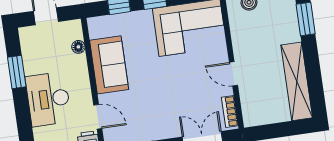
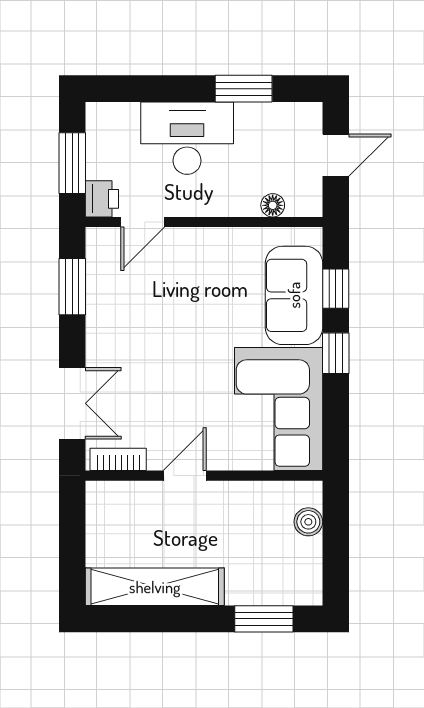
sofa: (109, 65) -> (294, 295), moved, turned 90

